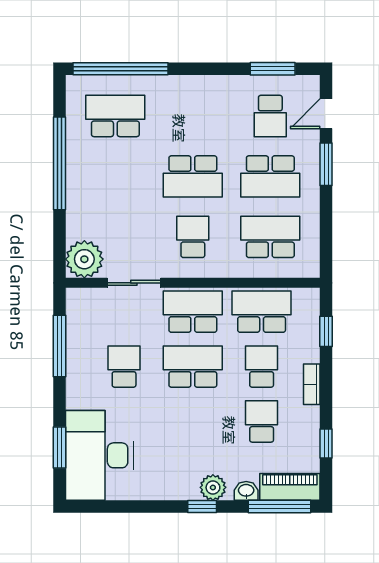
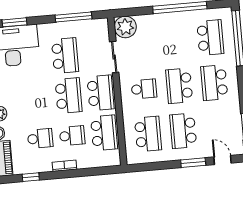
school desk: (270, 116) -> (214, 83), moved, width x1.85
window: (326, 331) -> (96, 171), removed
school desk: (124, 367) -> (65, 56), width x1.85

